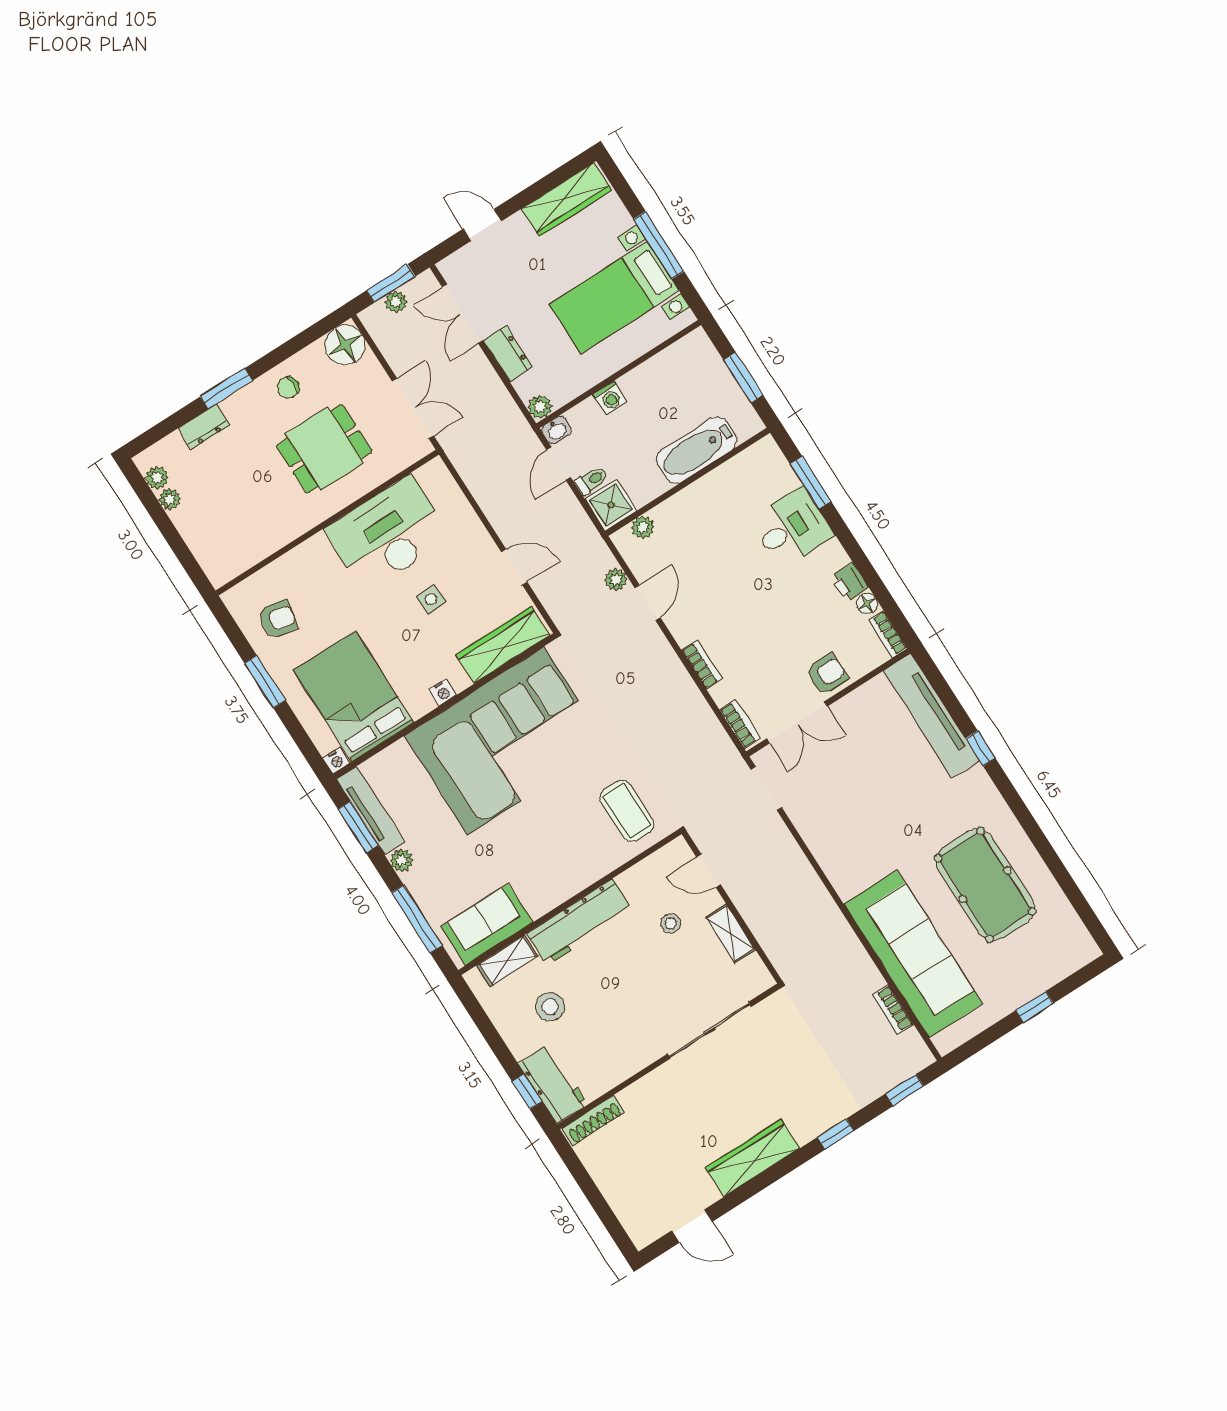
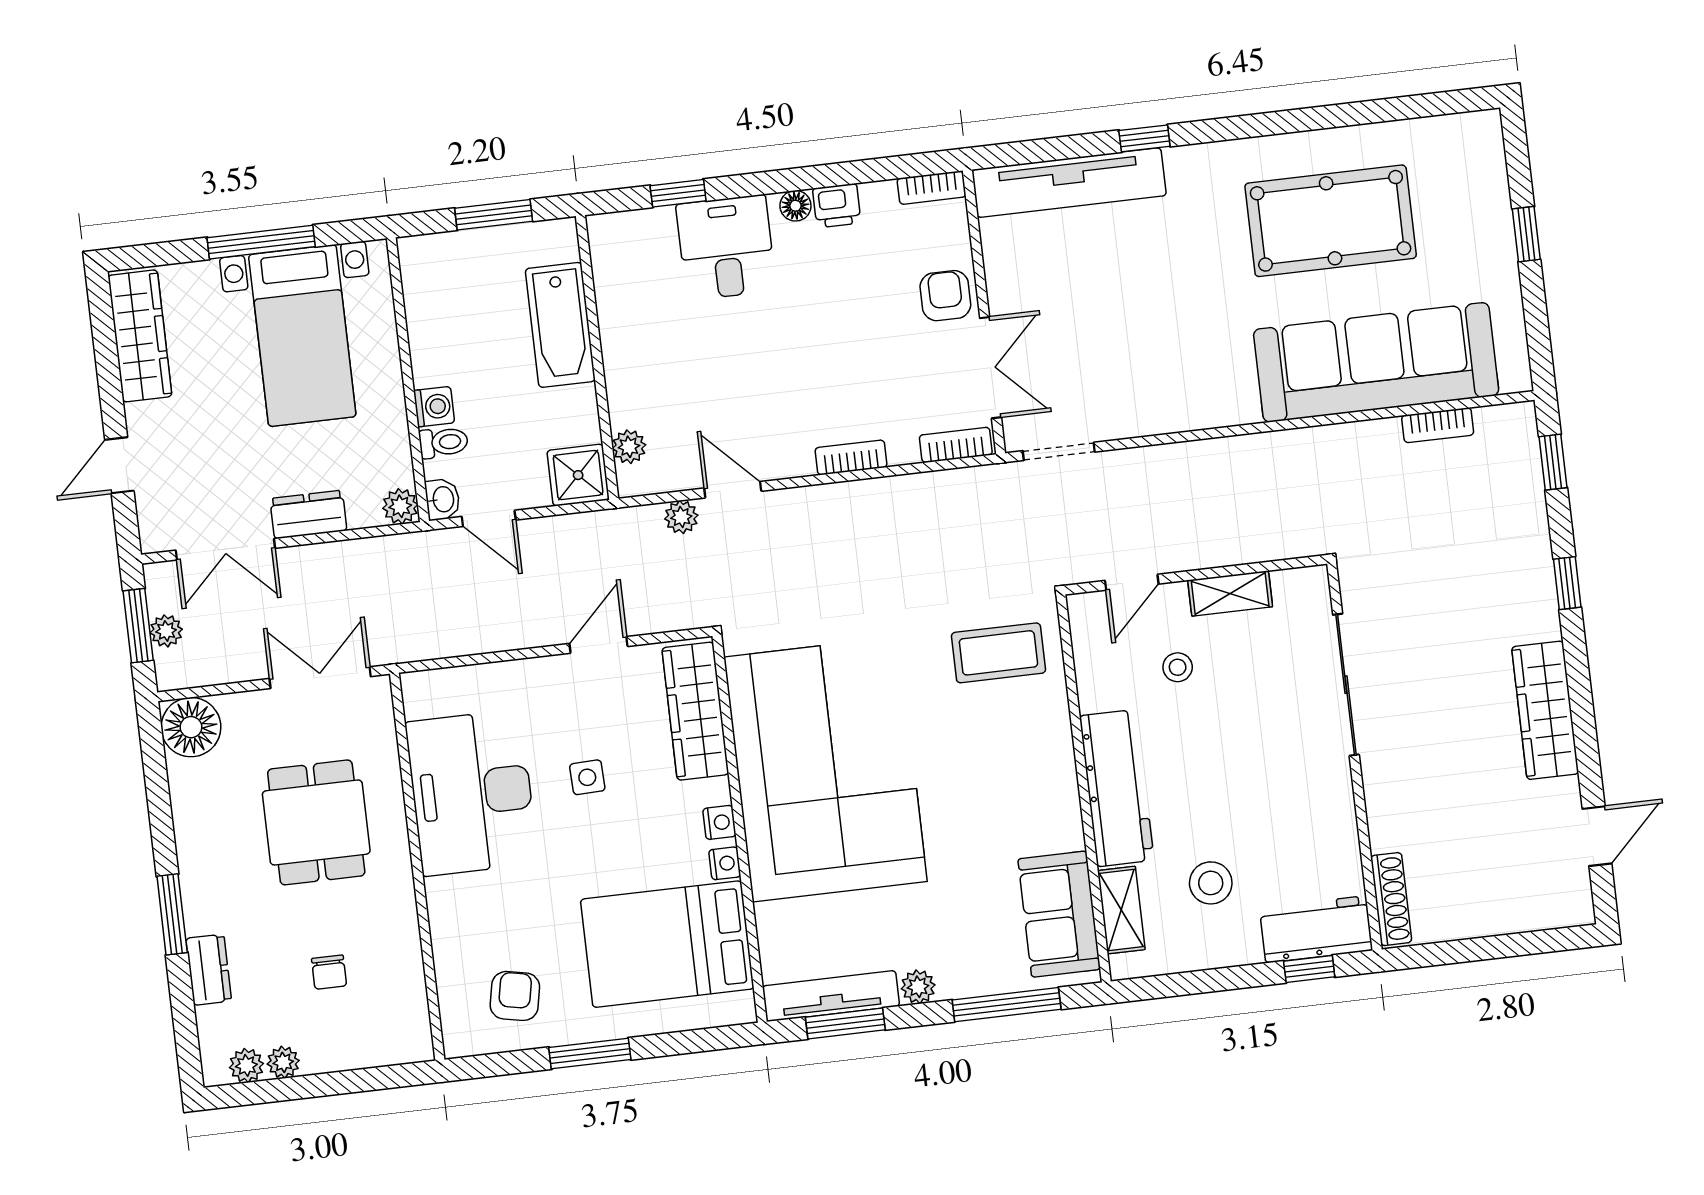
chair: (288, 388) -> (329, 972), moved
toilet: (592, 480) -> (444, 442), moved, turned 90
window: (811, 483) -> (678, 193), width x0.67
floor lamp: (867, 604) -> (795, 206), moved
nightstand: (336, 761) -> (725, 863), moved

